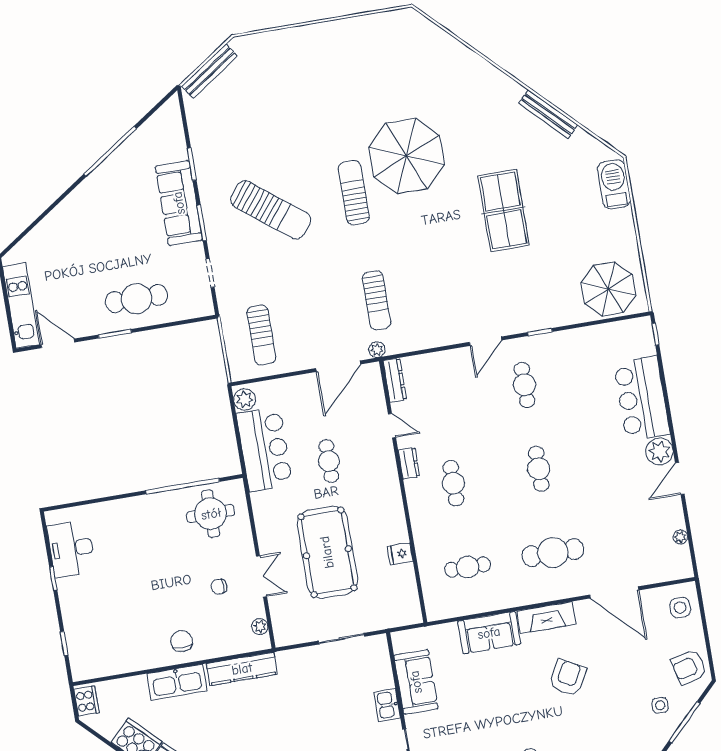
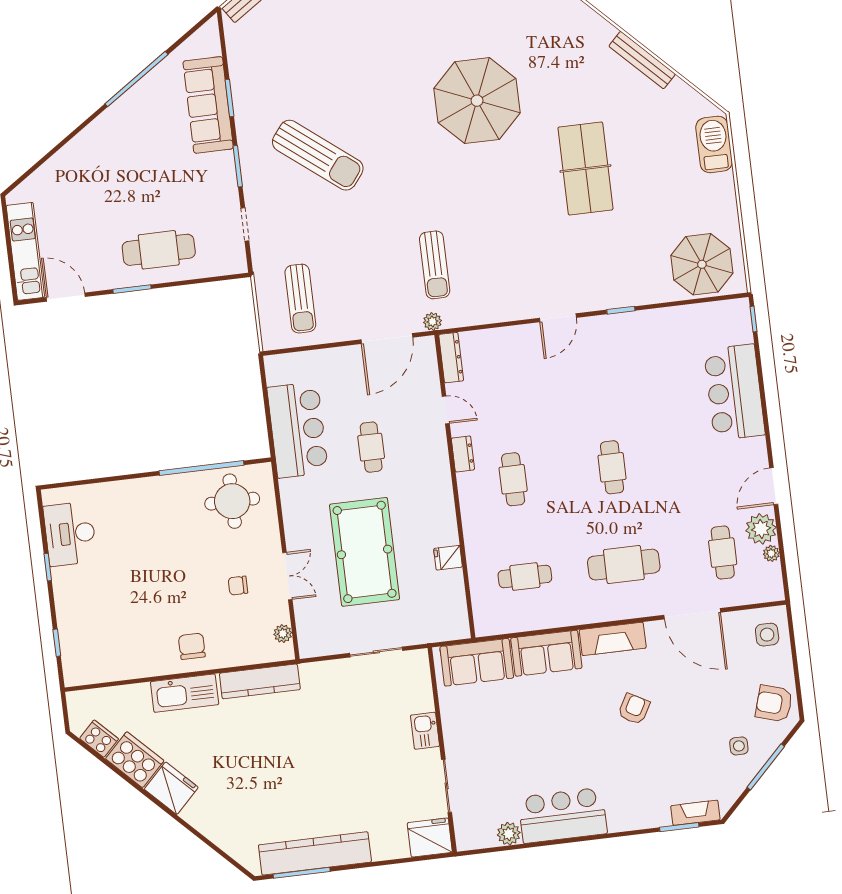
sun lounger: (354, 193) -> (414, 140), removed
sofa: (179, 203) -> (208, 105), moved
cafe table: (525, 385) -> (723, 553), moved
plant: (244, 399) -> (277, 372), removed
plant: (660, 451) -> (761, 529), moved
armchair: (689, 667) -> (774, 703), turned 31
armchair: (568, 677) -> (634, 709), width x0.72, depth x0.72
sofa: (416, 682) -> (477, 662), moved, turned 90
cooker: (86, 701) -> (99, 739), moved, turned -45

